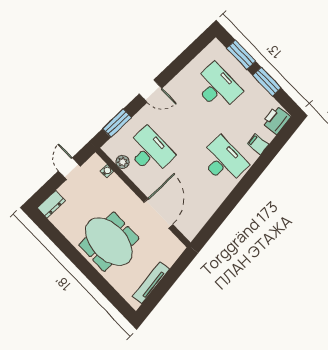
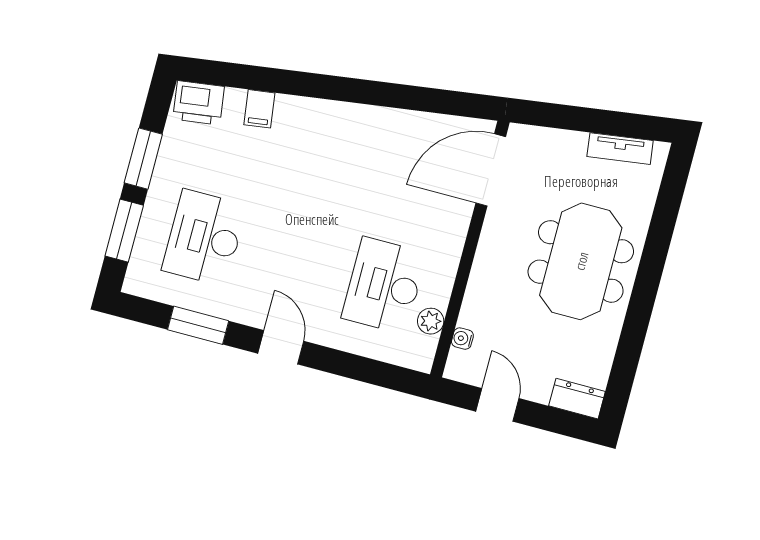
window: (117, 123) -> (198, 325), moved
desk: (223, 161) -> (324, 150), removed
door: (69, 169) -> (497, 405), swing flipped
door: (158, 213) -> (491, 170), moved
tv unit: (151, 283) -> (620, 149), width x0.71

